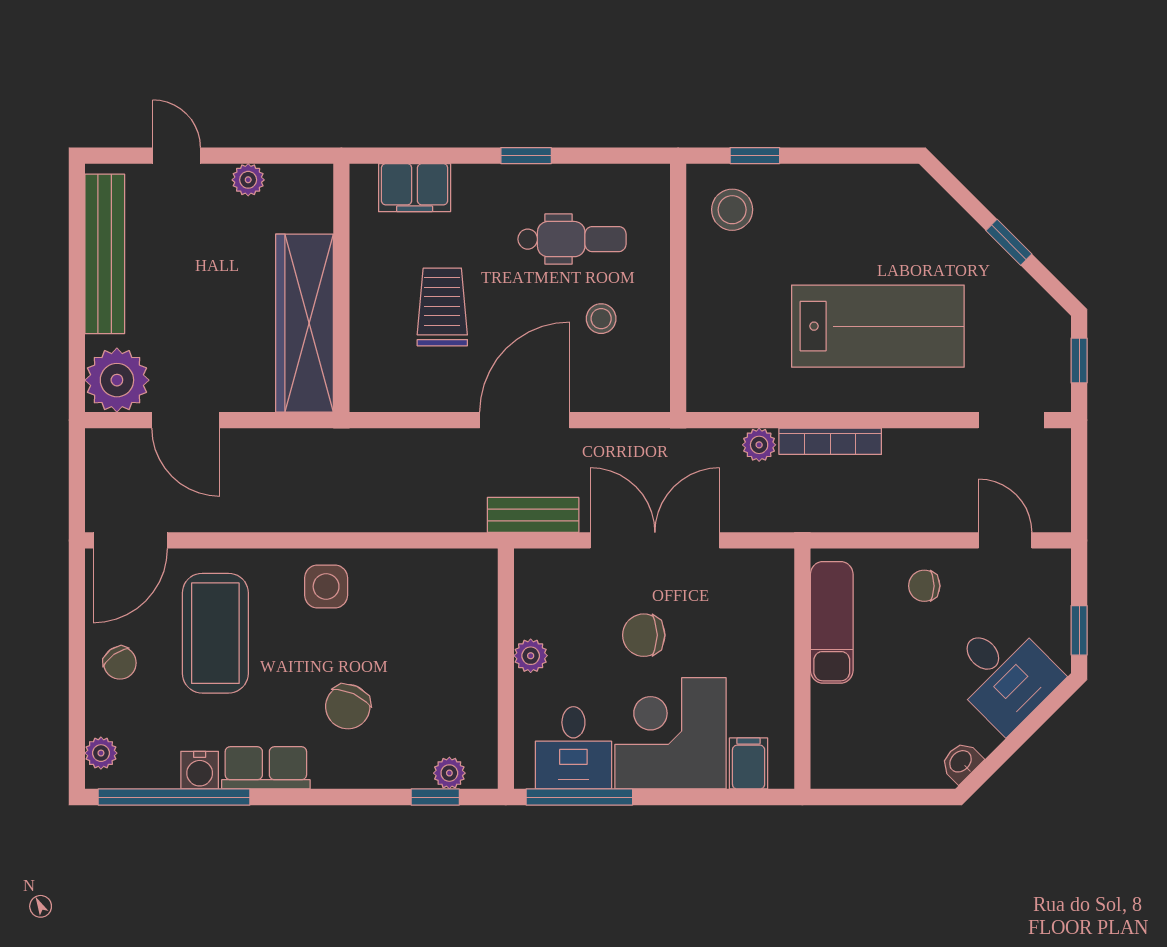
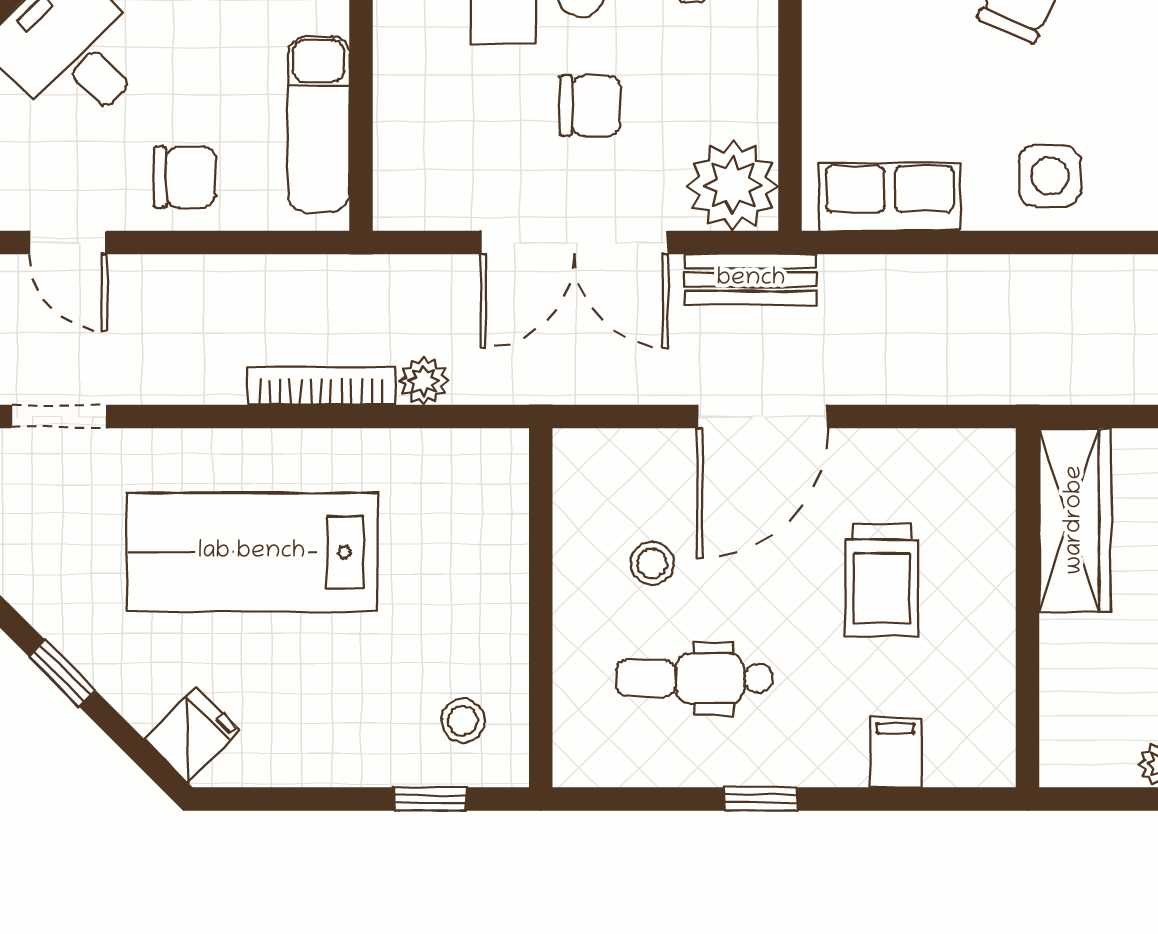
filing cabinet: (415, 188) -> (896, 753), width x0.50
fridge: (919, 200) -> (192, 735), added
stool: (732, 210) -> (463, 721), width x0.73, depth x0.73
wardrobe: (305, 323) -> (1075, 520), width x0.71, depth x0.85
row of seats: (437, 572) -> (890, 197), added
chair: (924, 586) -> (185, 177), width x1.37, depth x1.37
plant: (531, 656) -> (733, 185), moved, width x1.88, depth x1.88

